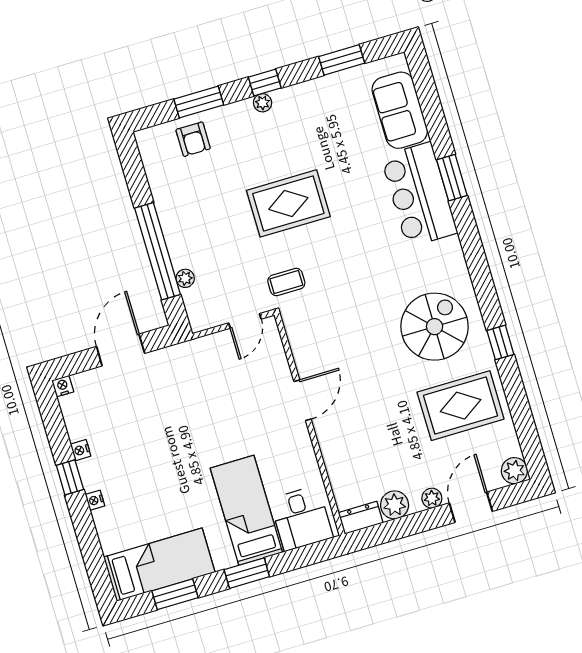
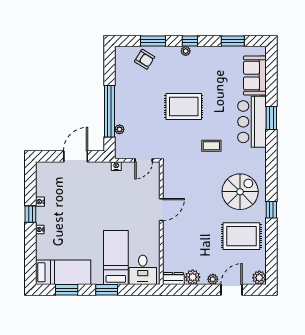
armchair: (193, 139) -> (145, 59), turned -58
coffee table: (286, 282) -> (211, 146), moved
nightstand: (63, 386) -> (116, 166), moved

